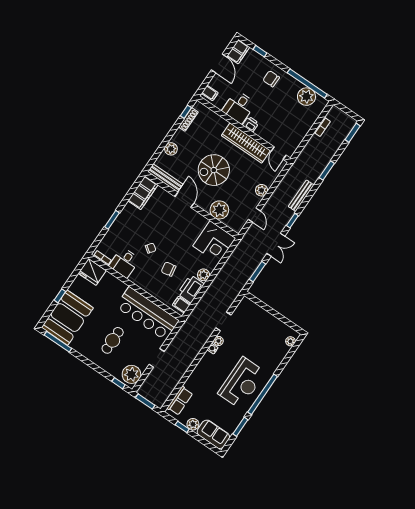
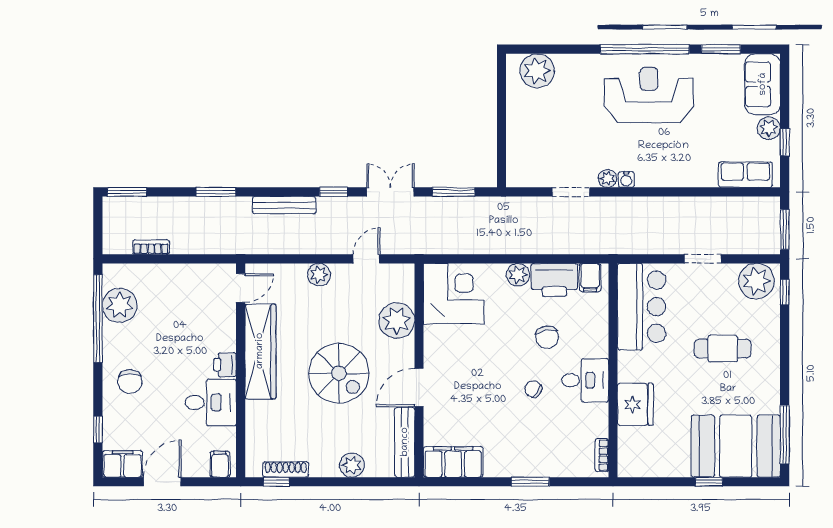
desk: (124, 263) -> (585, 380), moved
fridge: (92, 272) -> (635, 404), moved
bar counter: (147, 314) -> (642, 307), width x0.73
plant: (290, 341) -> (537, 71), width x1.87, depth x1.87

